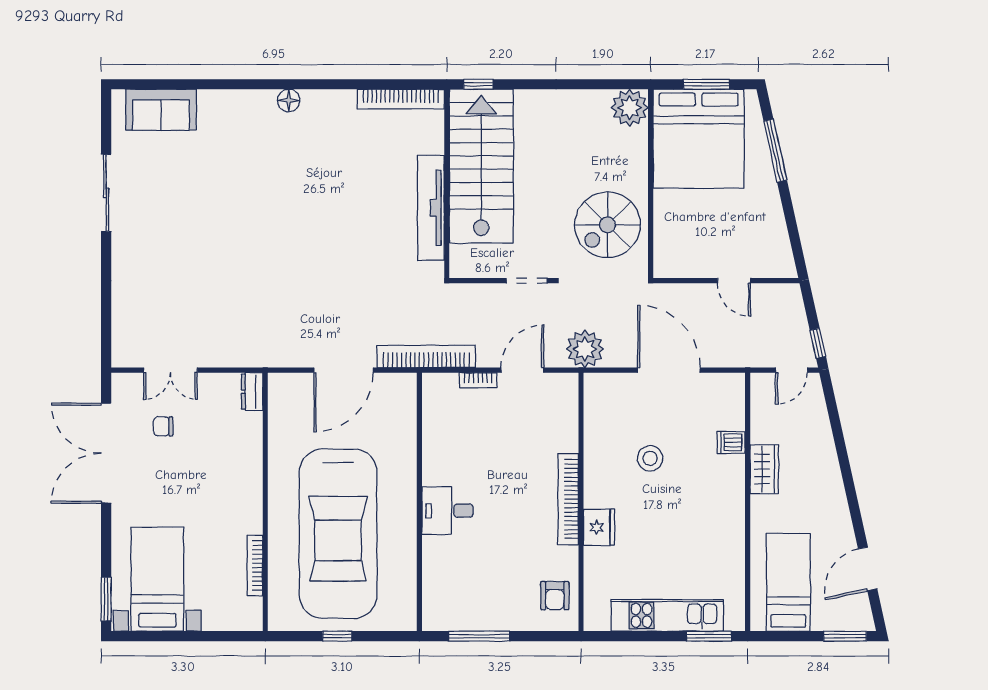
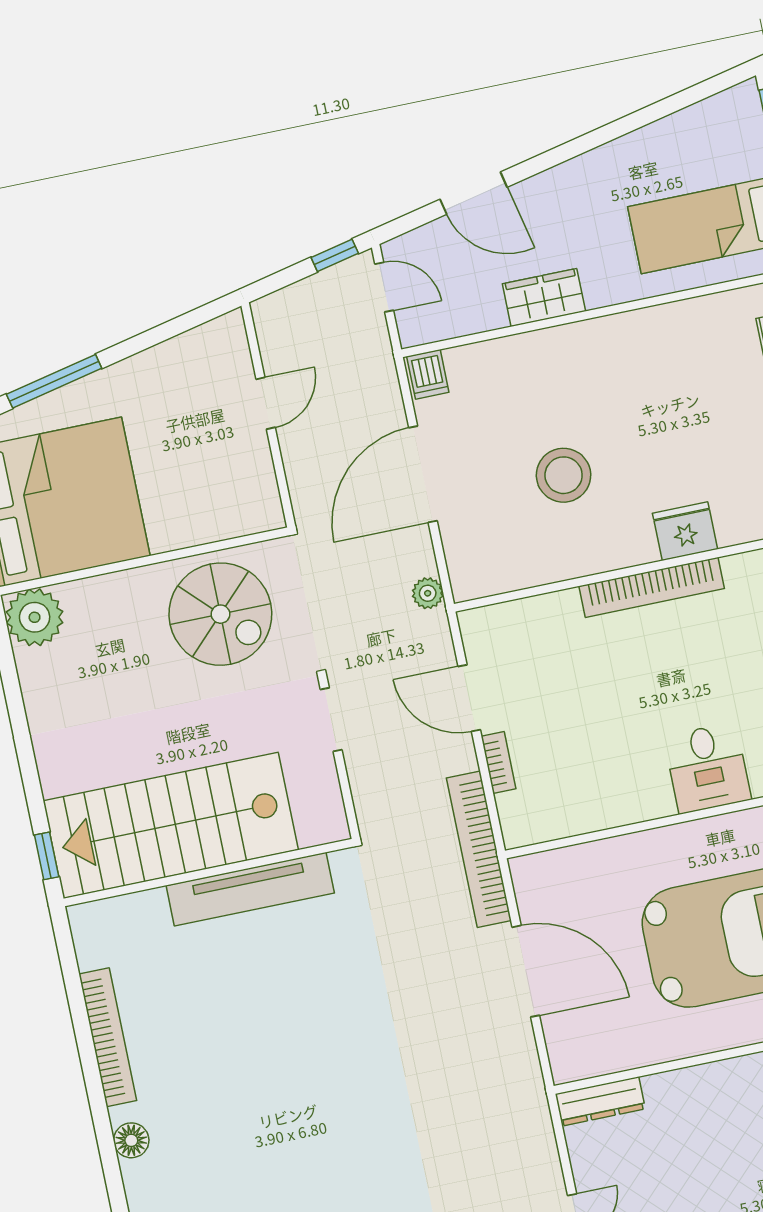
bookcase: (401, 99) -> (108, 1037), moved
plant: (585, 349) -> (428, 593), width x0.53, depth x0.53
dresser: (252, 392) -> (600, 1101), width x1.44
dishwasher: (731, 442) -> (428, 374), moved
stool: (650, 458) -> (564, 475), width x1.38, depth x1.38
door: (868, 569) -> (474, 193), moved

